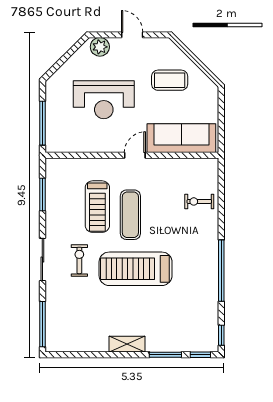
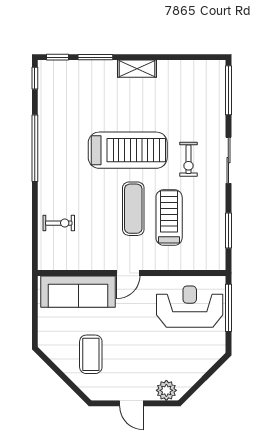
coffee table: (170, 80) -> (91, 354), turned 90
reception desk: (104, 100) -> (190, 307), moved

